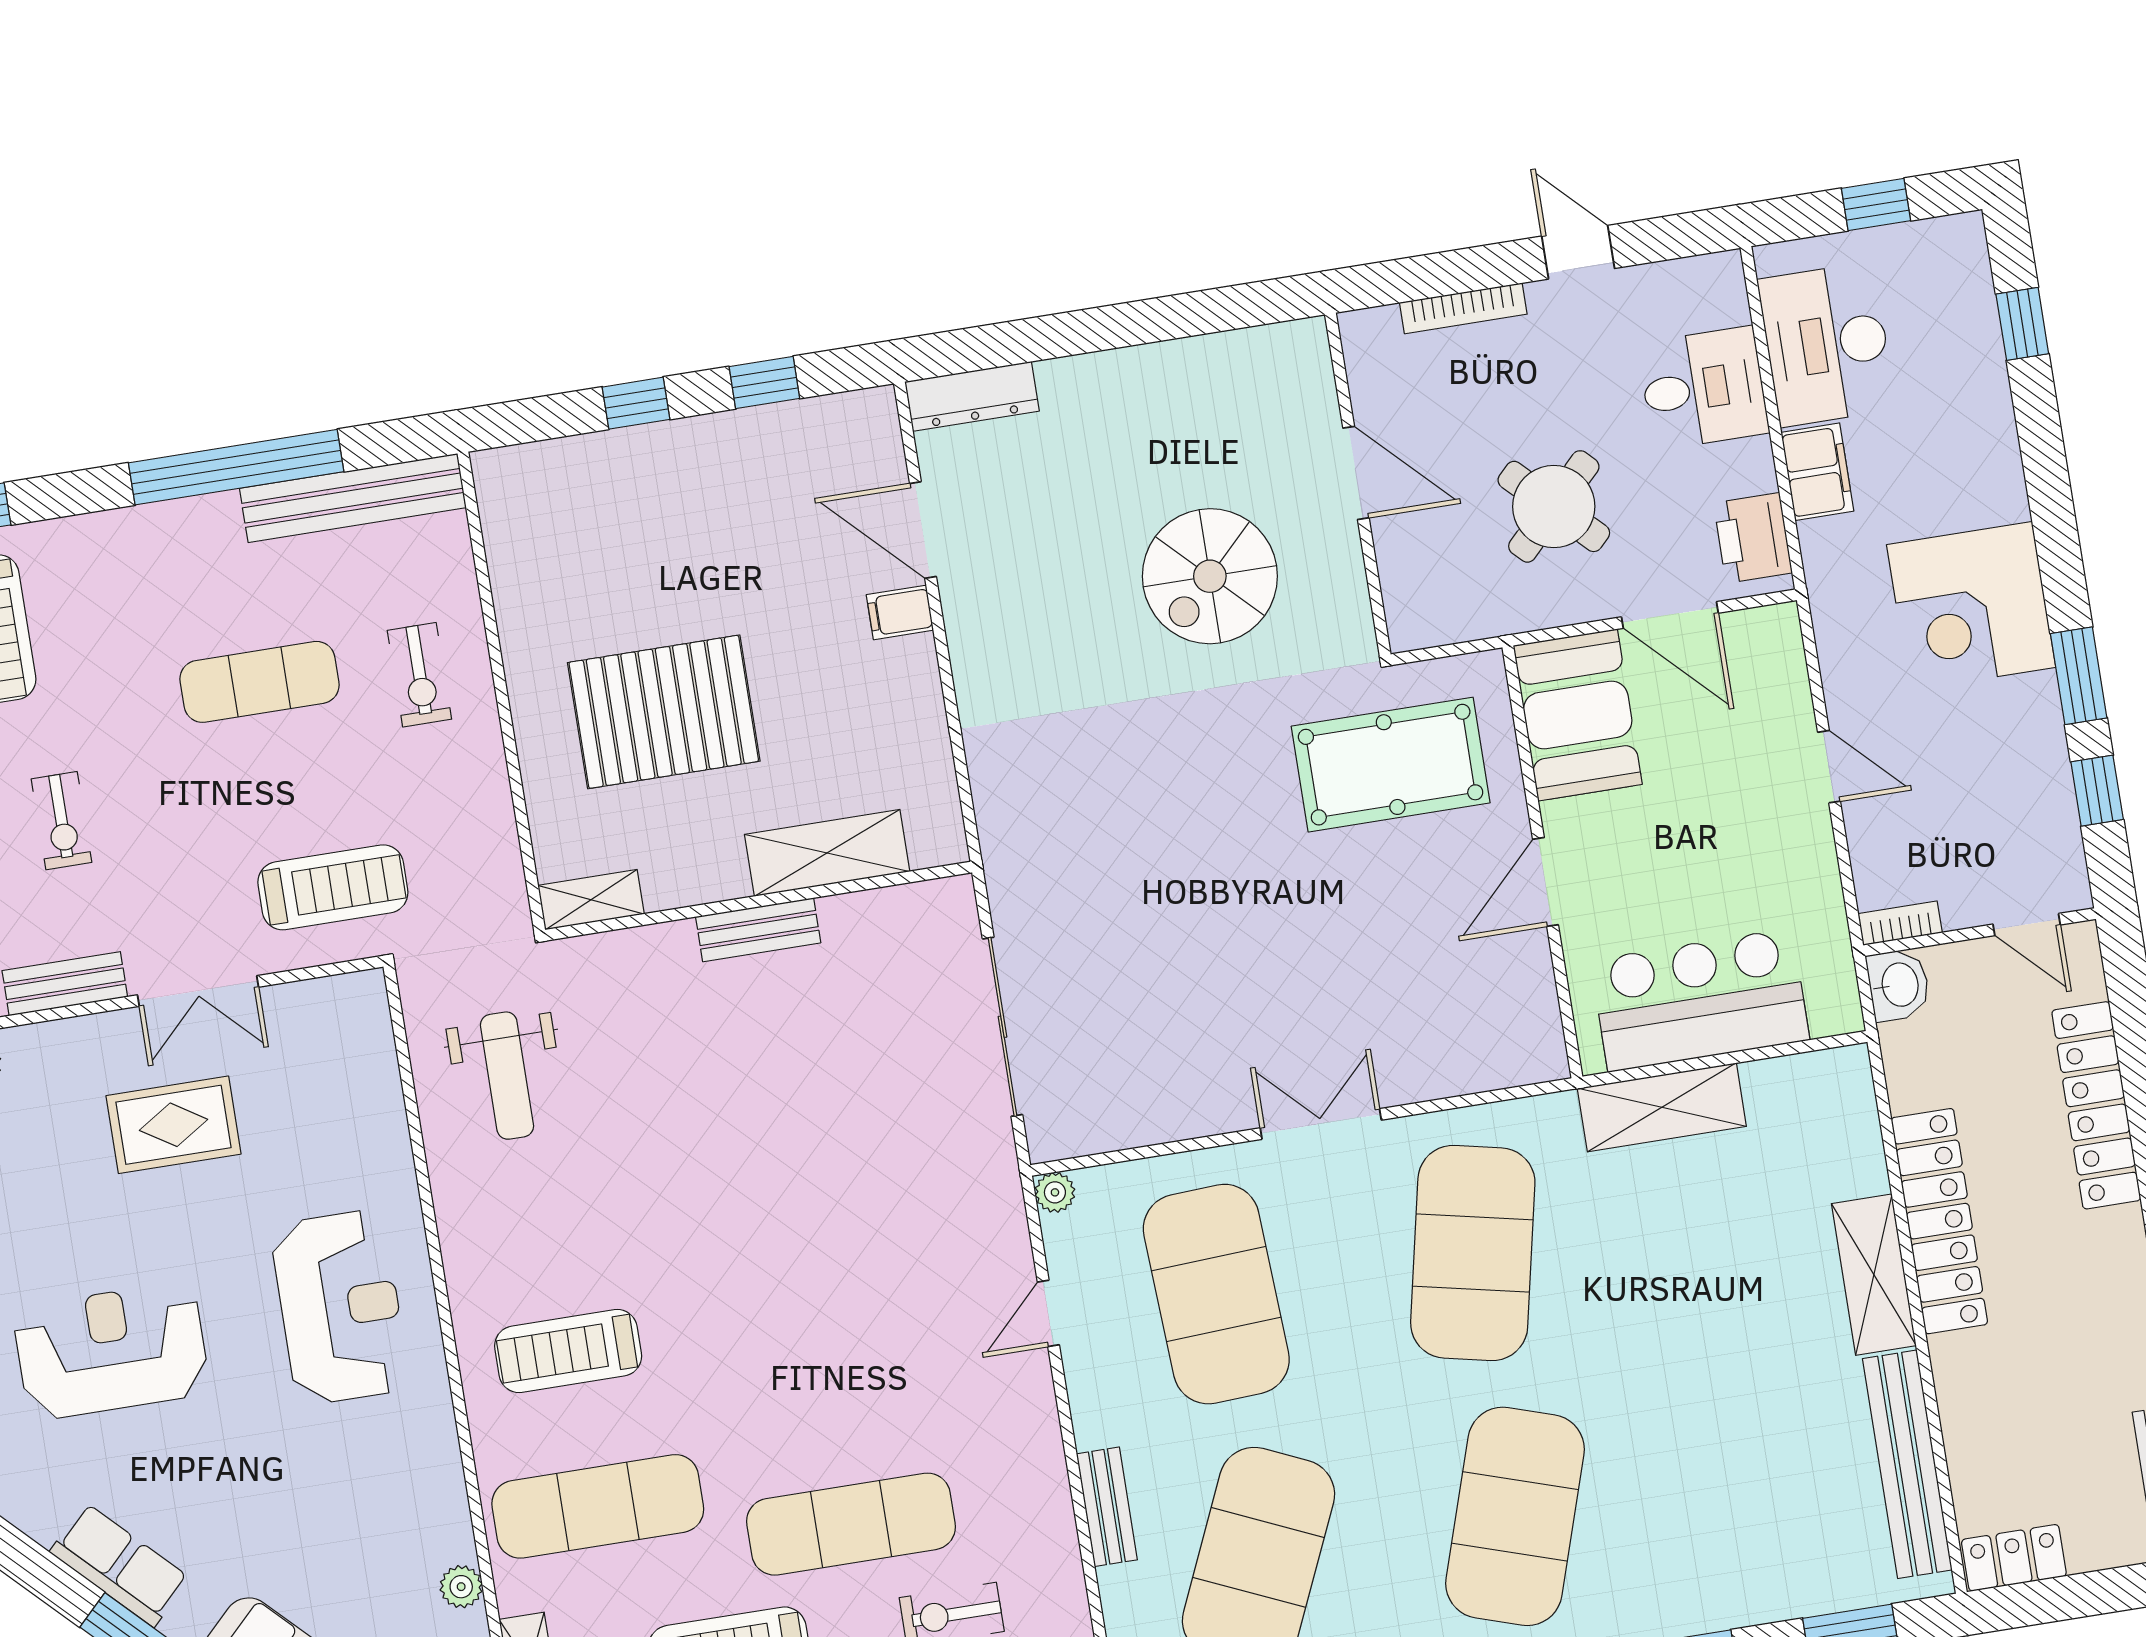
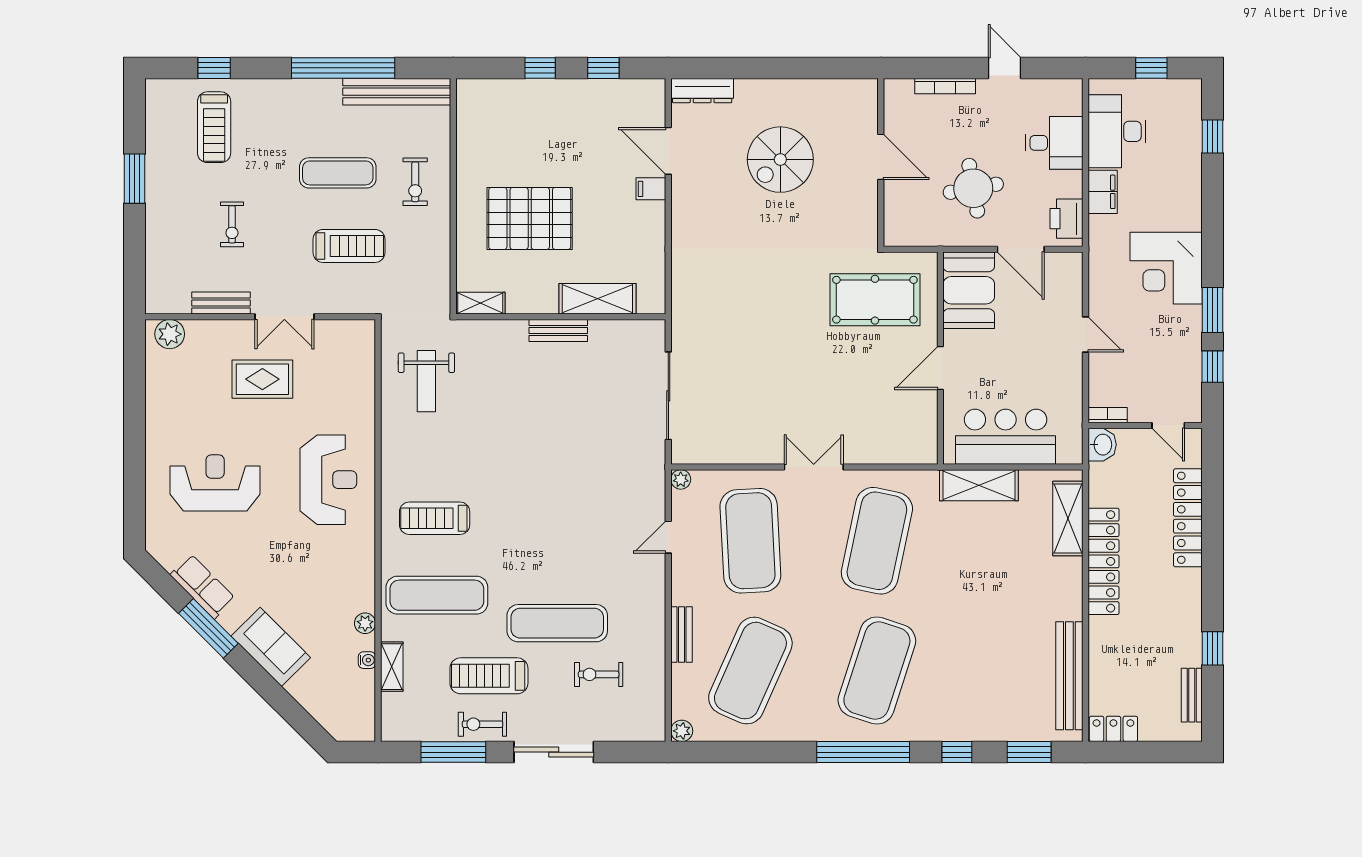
round table: (1554, 506) -> (973, 188), turned 35
spiral stairs: (1210, 576) -> (780, 160), moved
treadmill: (333, 887) -> (349, 246), moved
shelving: (1874, 1275) -> (1068, 518), moved

